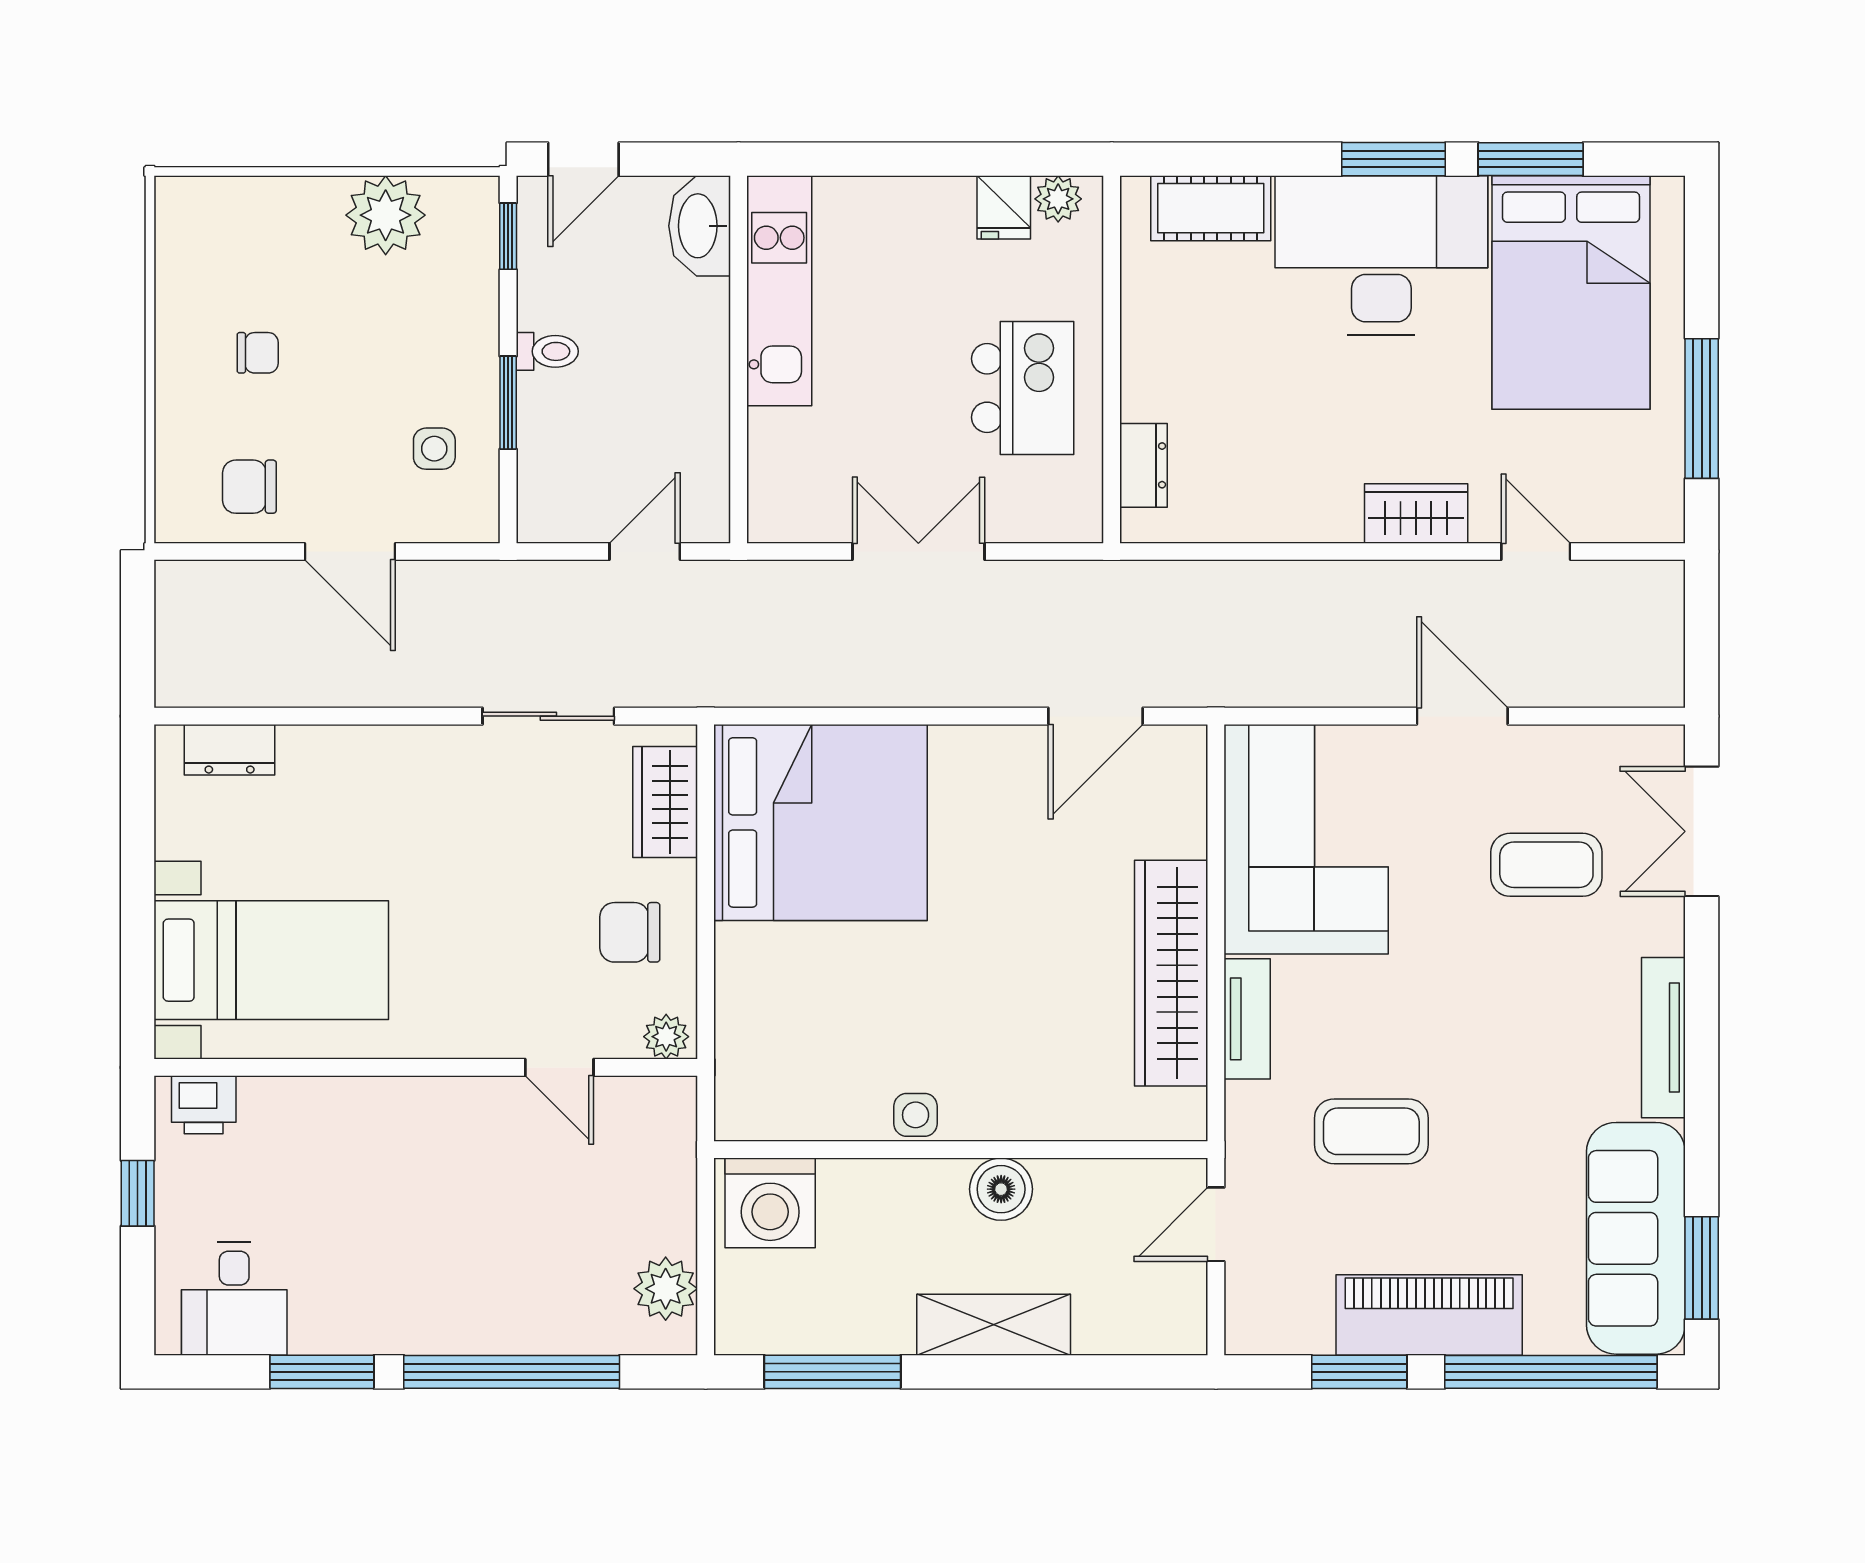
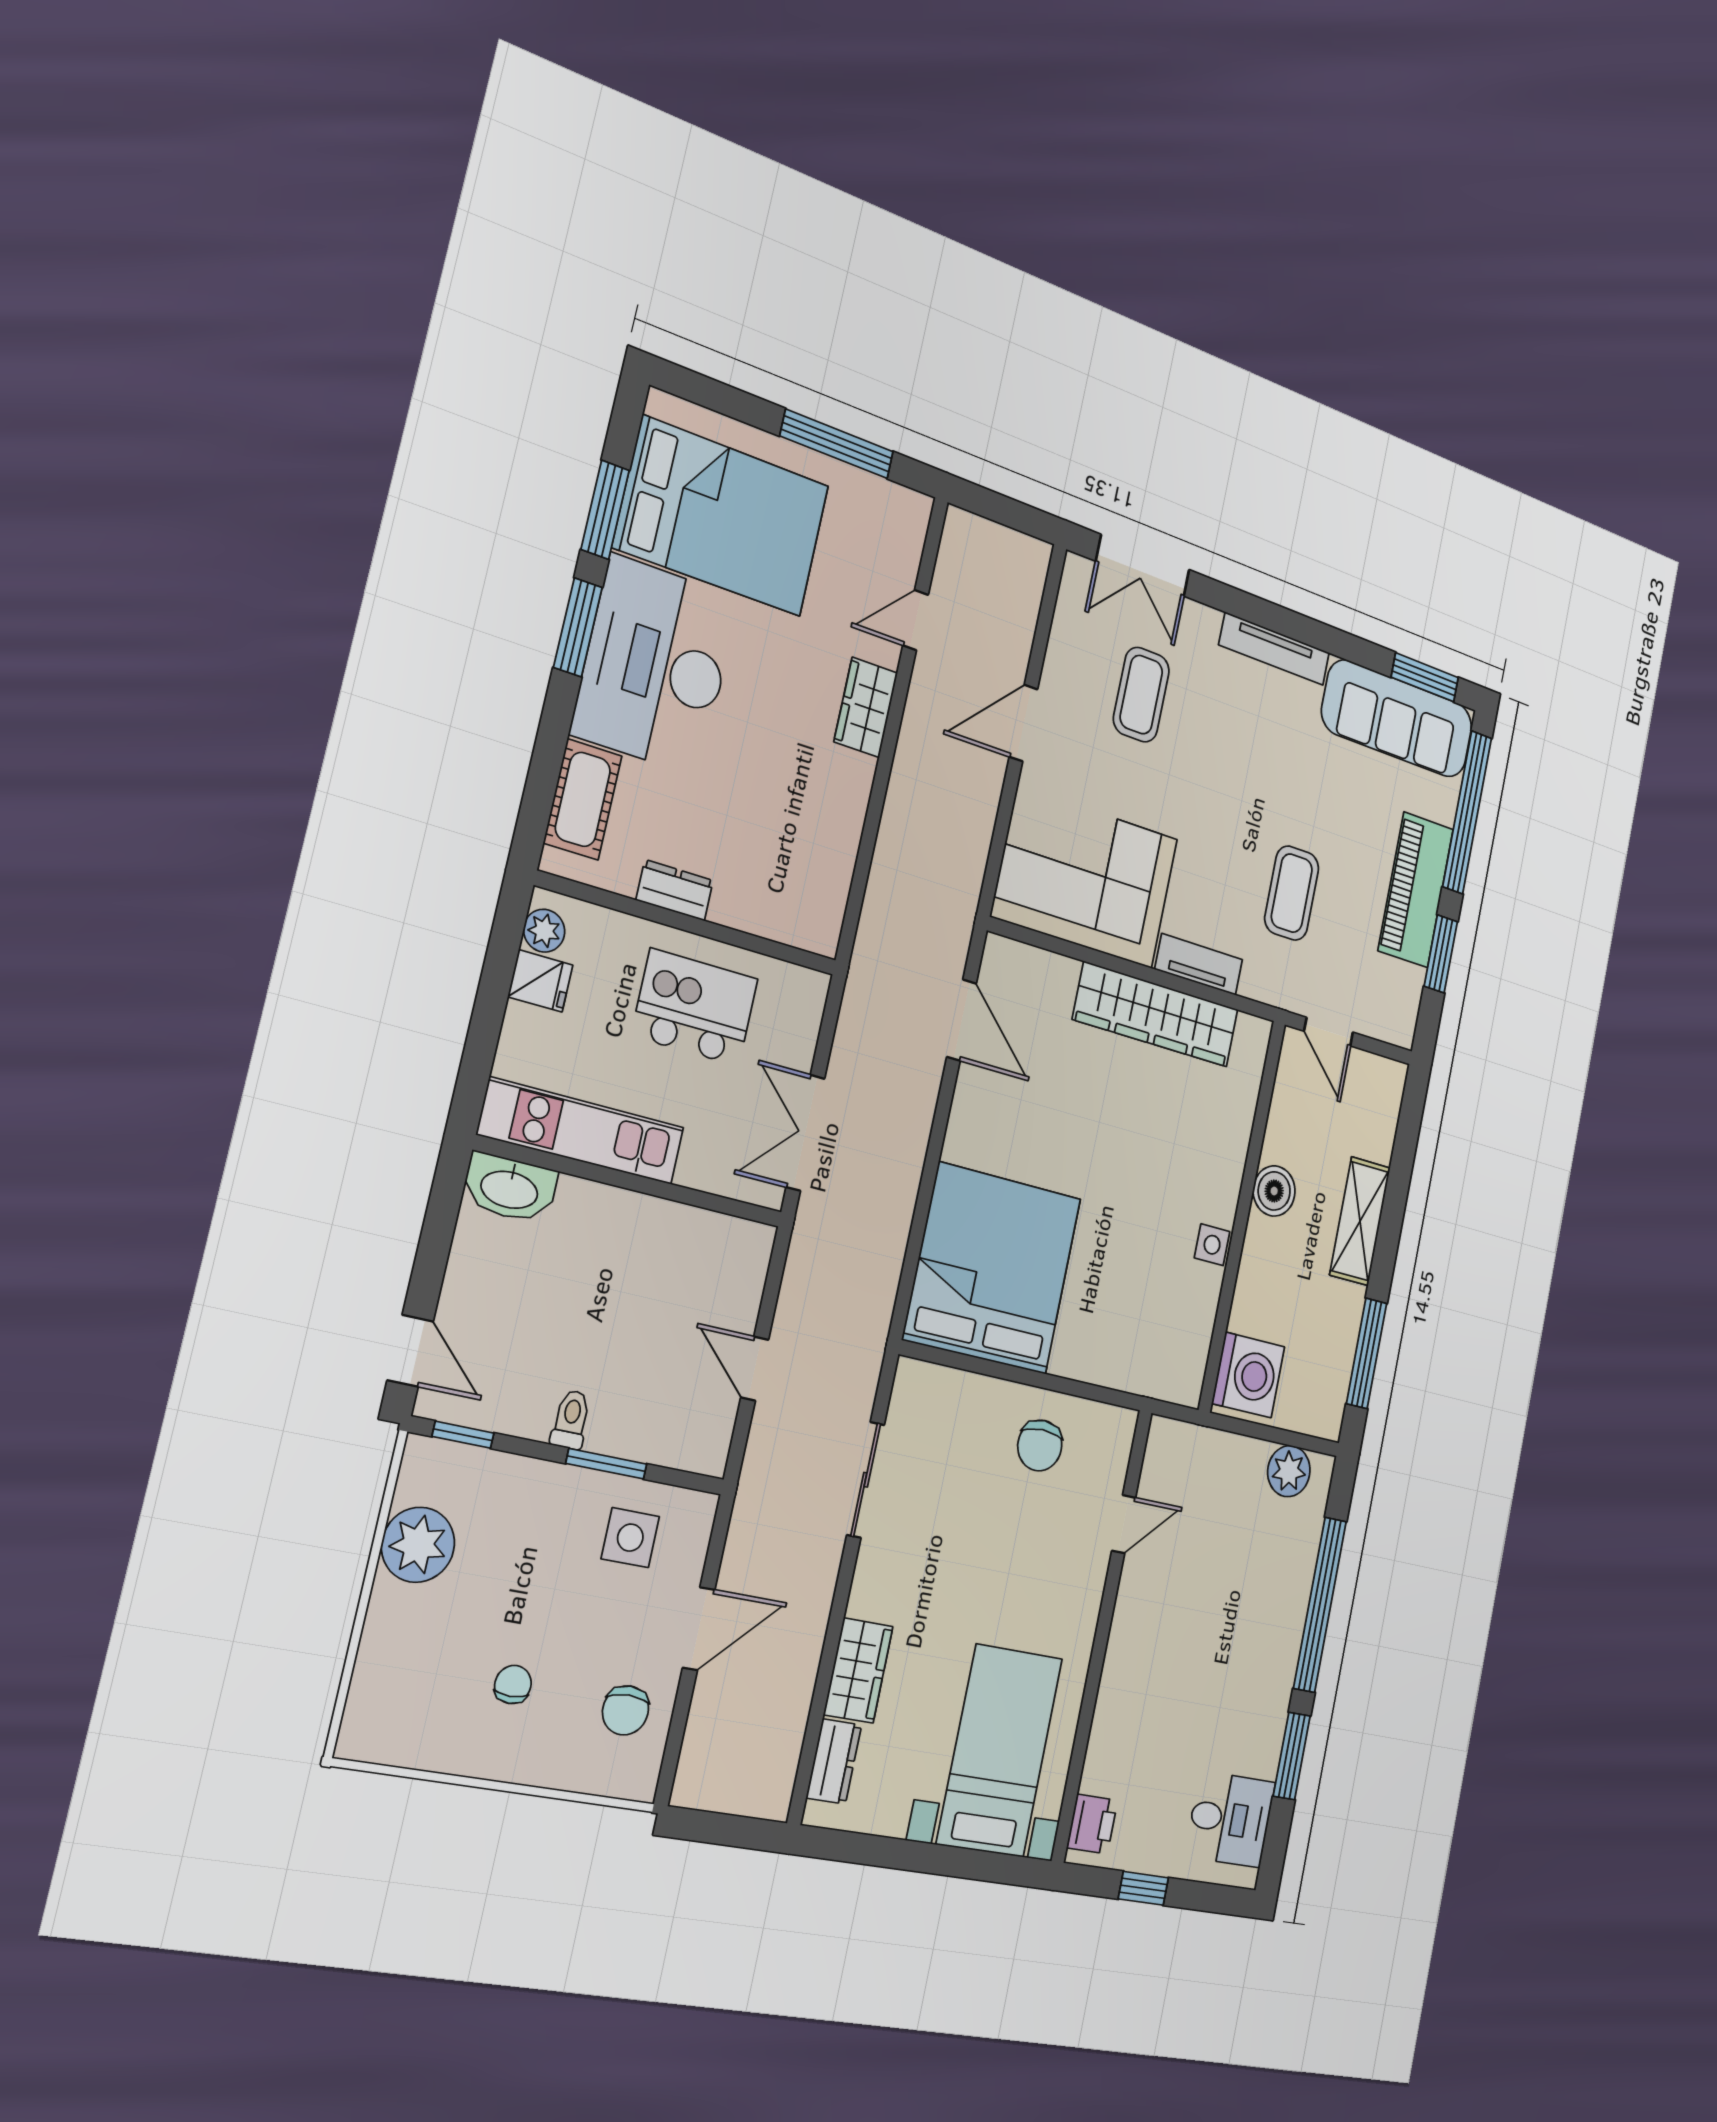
washbasin: (700, 226) -> (510, 1188), moved
kitchen unit: (779, 291) -> (581, 1131), moved
wall: (739, 359) -> (631, 1182), moved
side table: (434, 449) -> (630, 1538), width x1.37, depth x1.37
dresser: (1144, 465) -> (675, 890), moved
wardrobe: (665, 802) -> (858, 1670), moved, turned -90
plant: (666, 1037) -> (1119, 1432), removed

